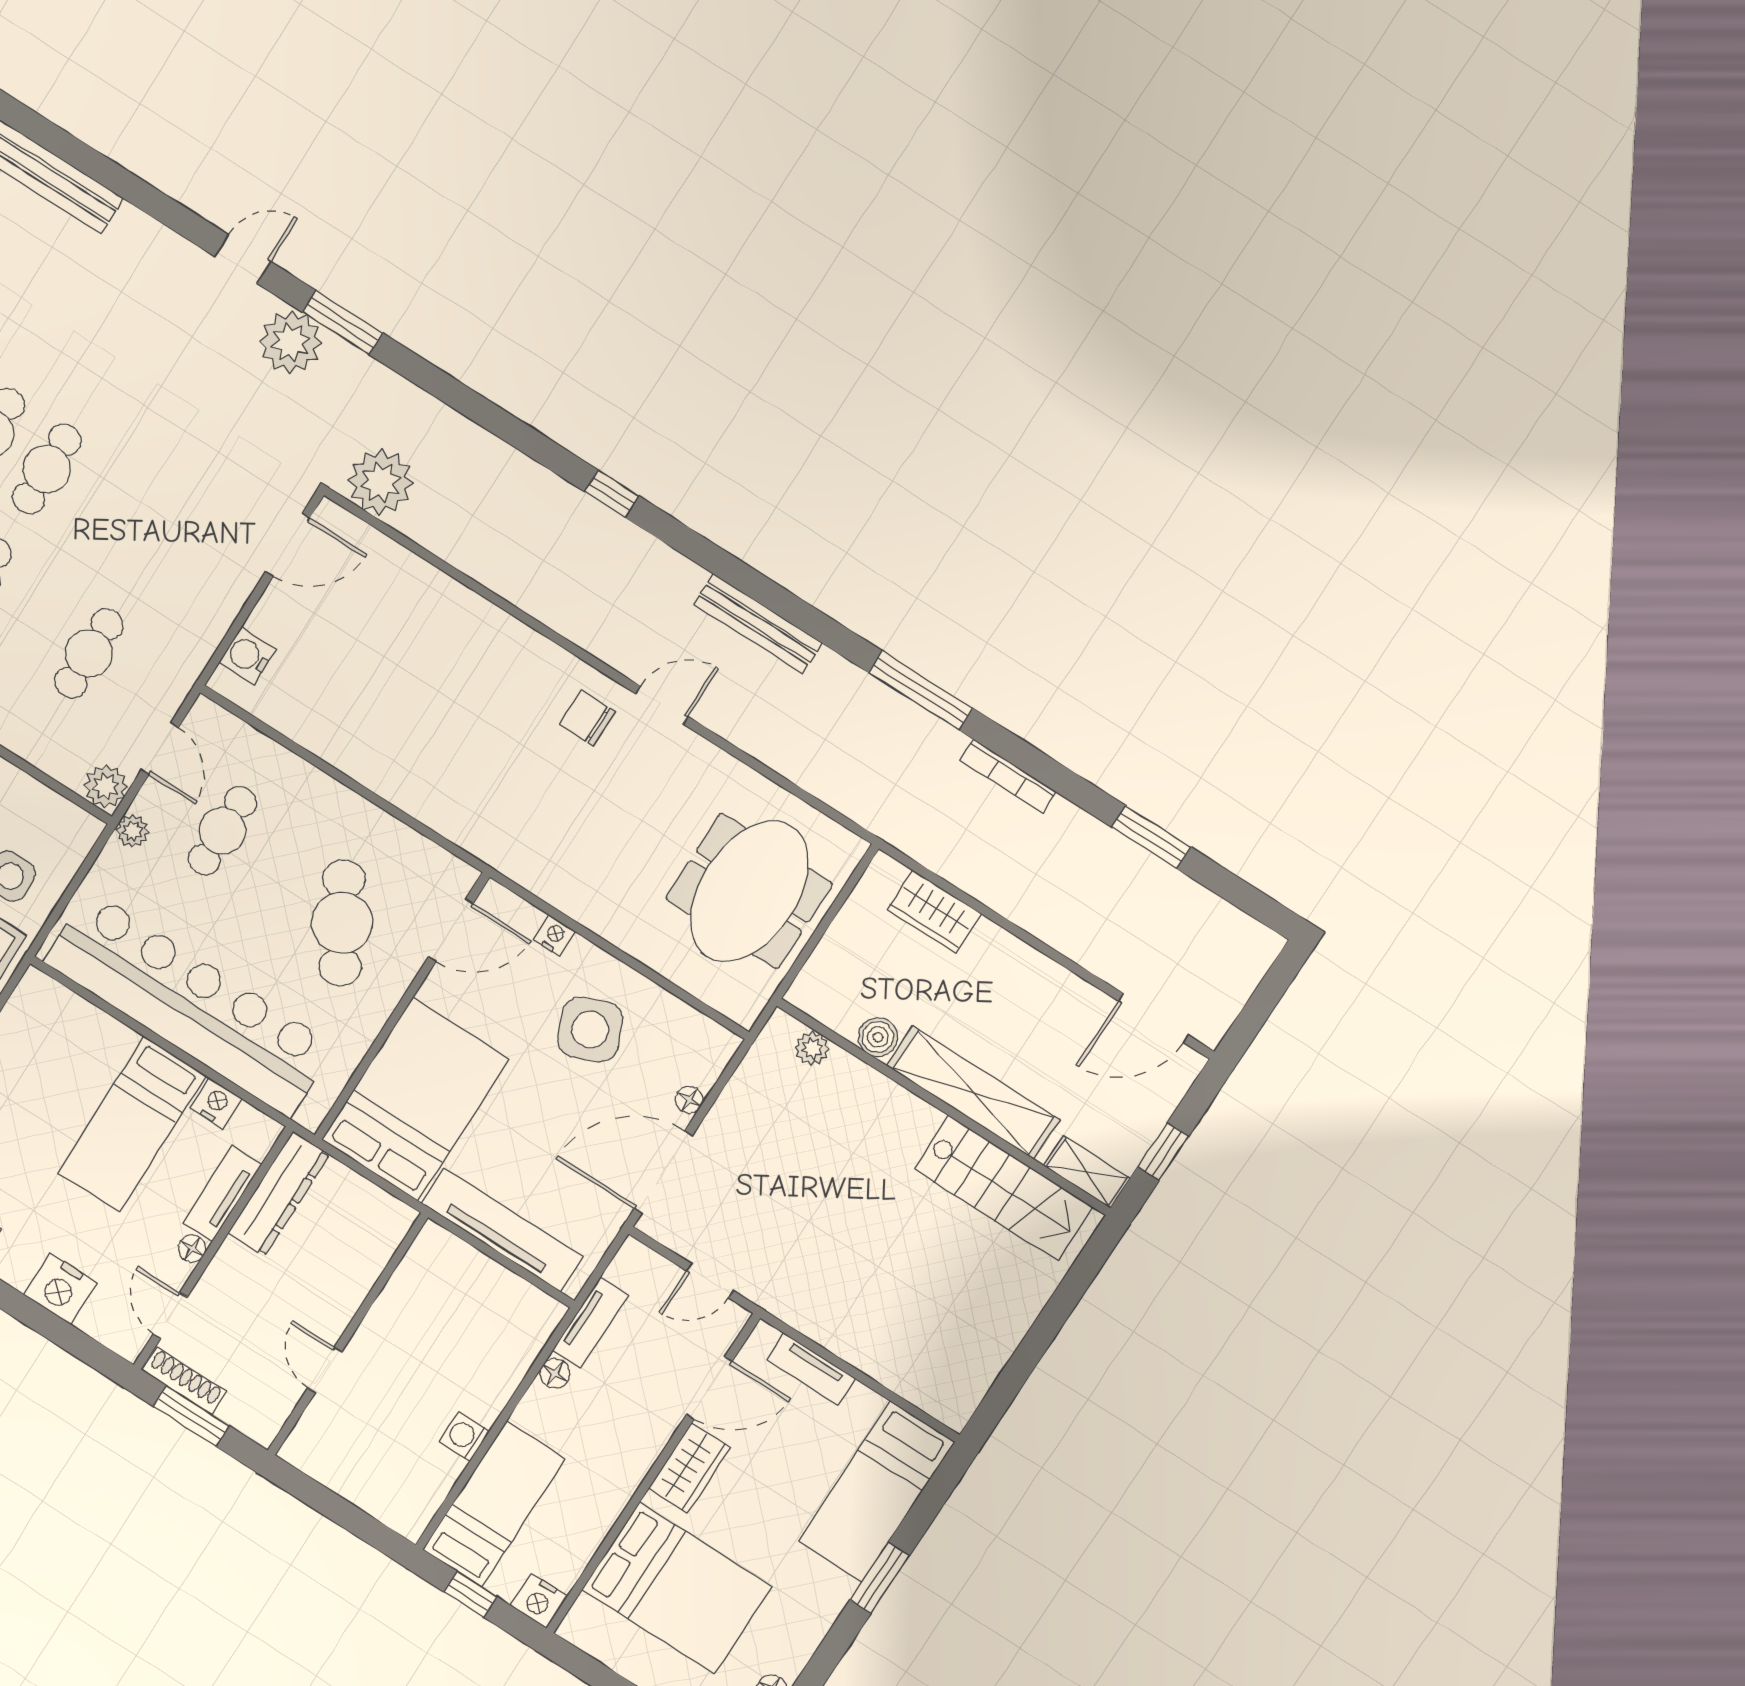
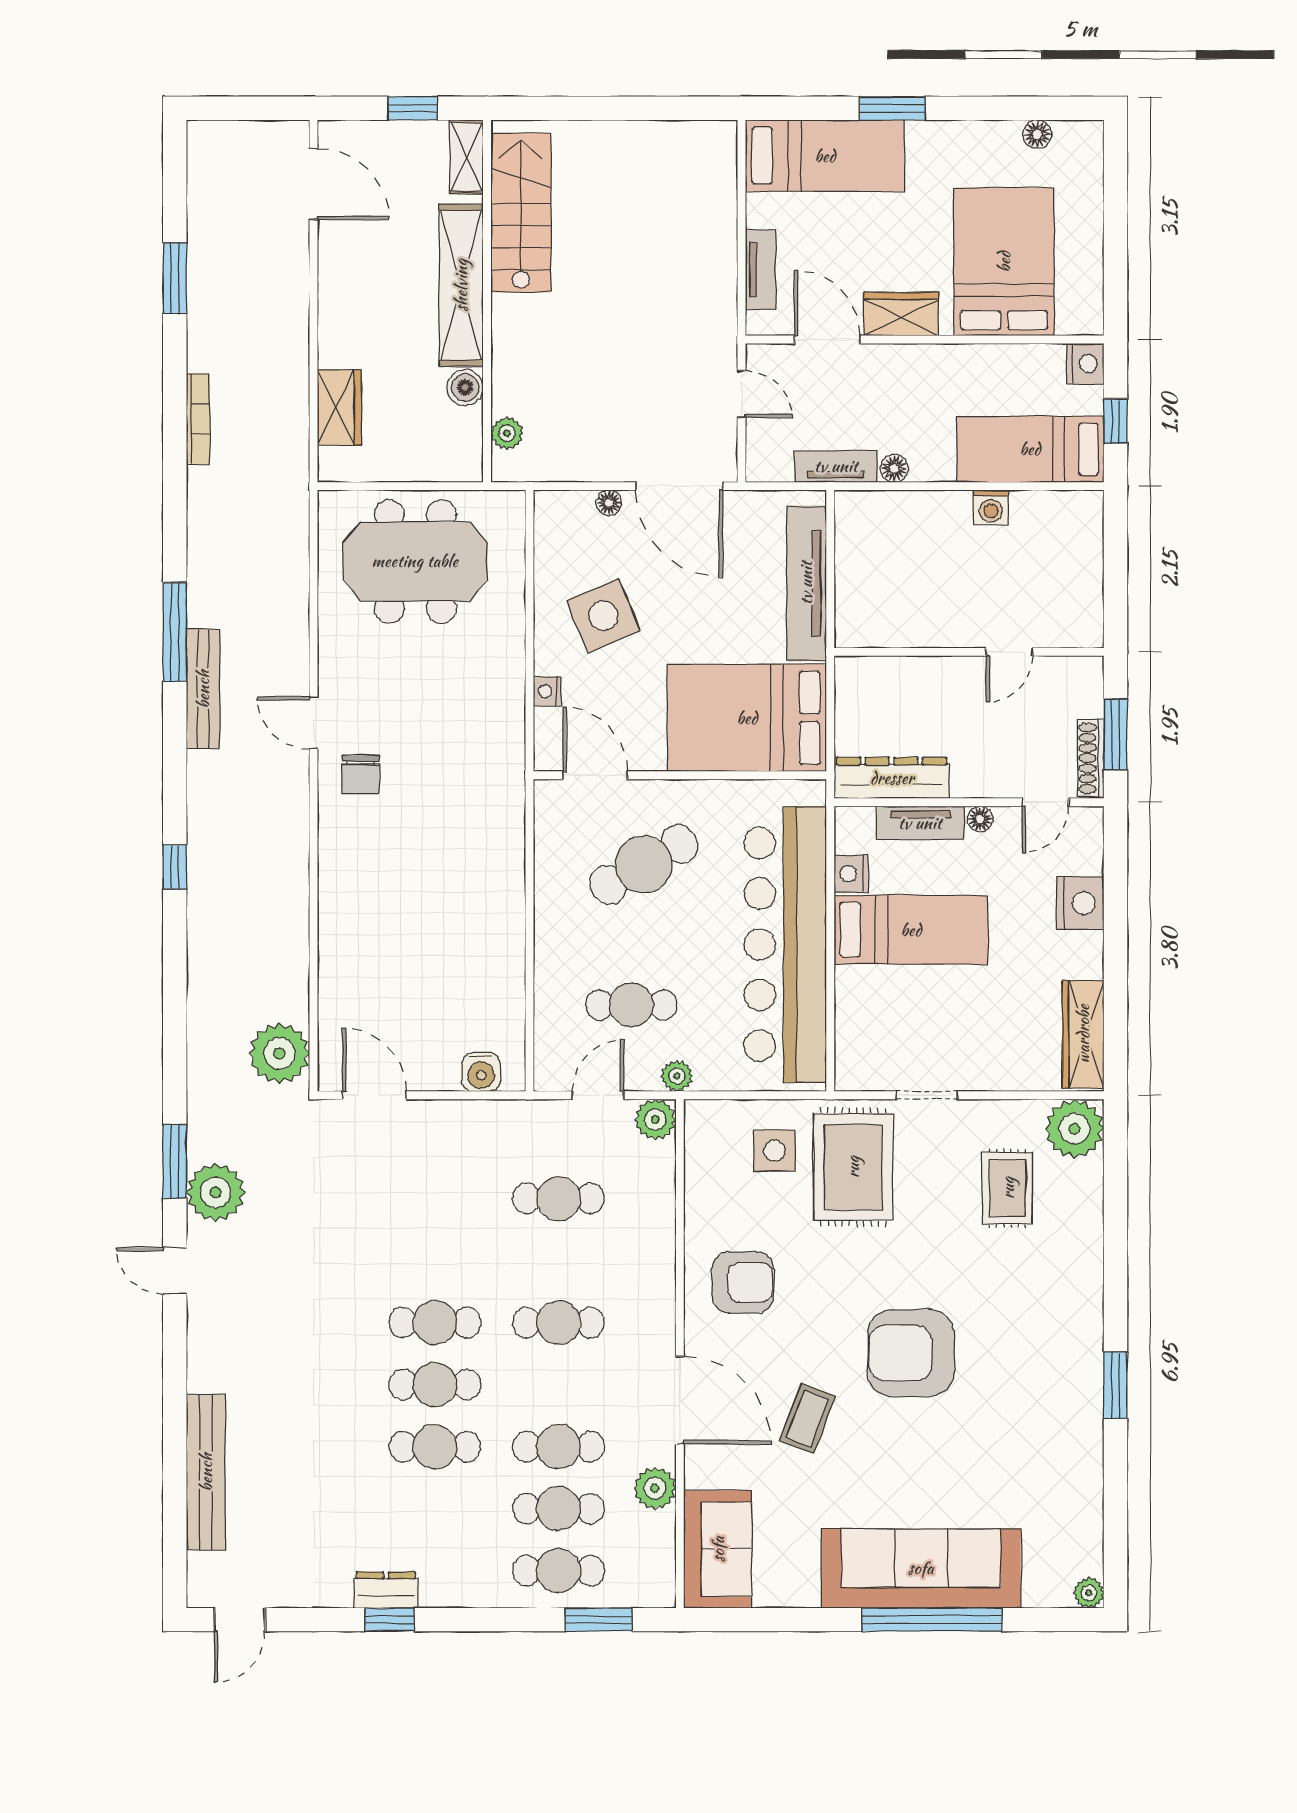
window: (921, 690) -> (175, 632), moved

